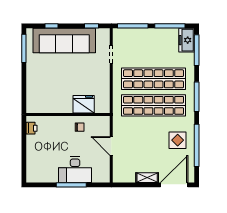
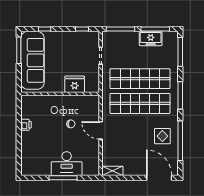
sofa: (64, 40) -> (32, 60), moved, turned -90
freezer: (187, 40) -> (151, 39), moved, turned -90
fridge: (84, 104) -> (75, 84), moved
wall: (68, 114) -> (60, 94), moved
door: (111, 146) -> (101, 130), moved
shelving: (147, 178) -> (112, 171), moved
door: (174, 185) -> (159, 178), hinge flipped

